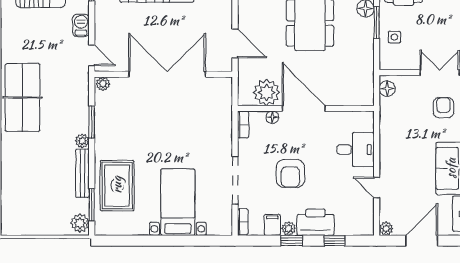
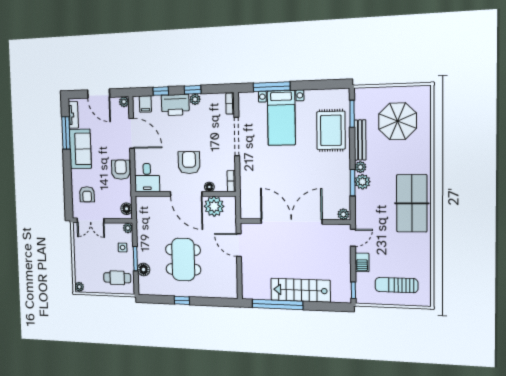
door: (92, 55) -> (353, 238), swing flipped
plant: (386, 63) -> (128, 228), added
double door: (167, 74) -> (291, 221), swing flipped
armchair: (394, 140) -> (121, 170), added
desk: (356, 150) -> (147, 178), moved, turned -90
armchair: (290, 174) -> (189, 163), moved
door: (377, 188) -> (132, 133), width x1.88
parasol: (39, 195) -> (397, 121), added
plant: (80, 223) -> (362, 182), moved
filing cabinet: (272, 225) -> (145, 104), moved
window: (189, 241) -> (272, 87), added
door: (422, 241) -> (99, 94), hinge flipped

